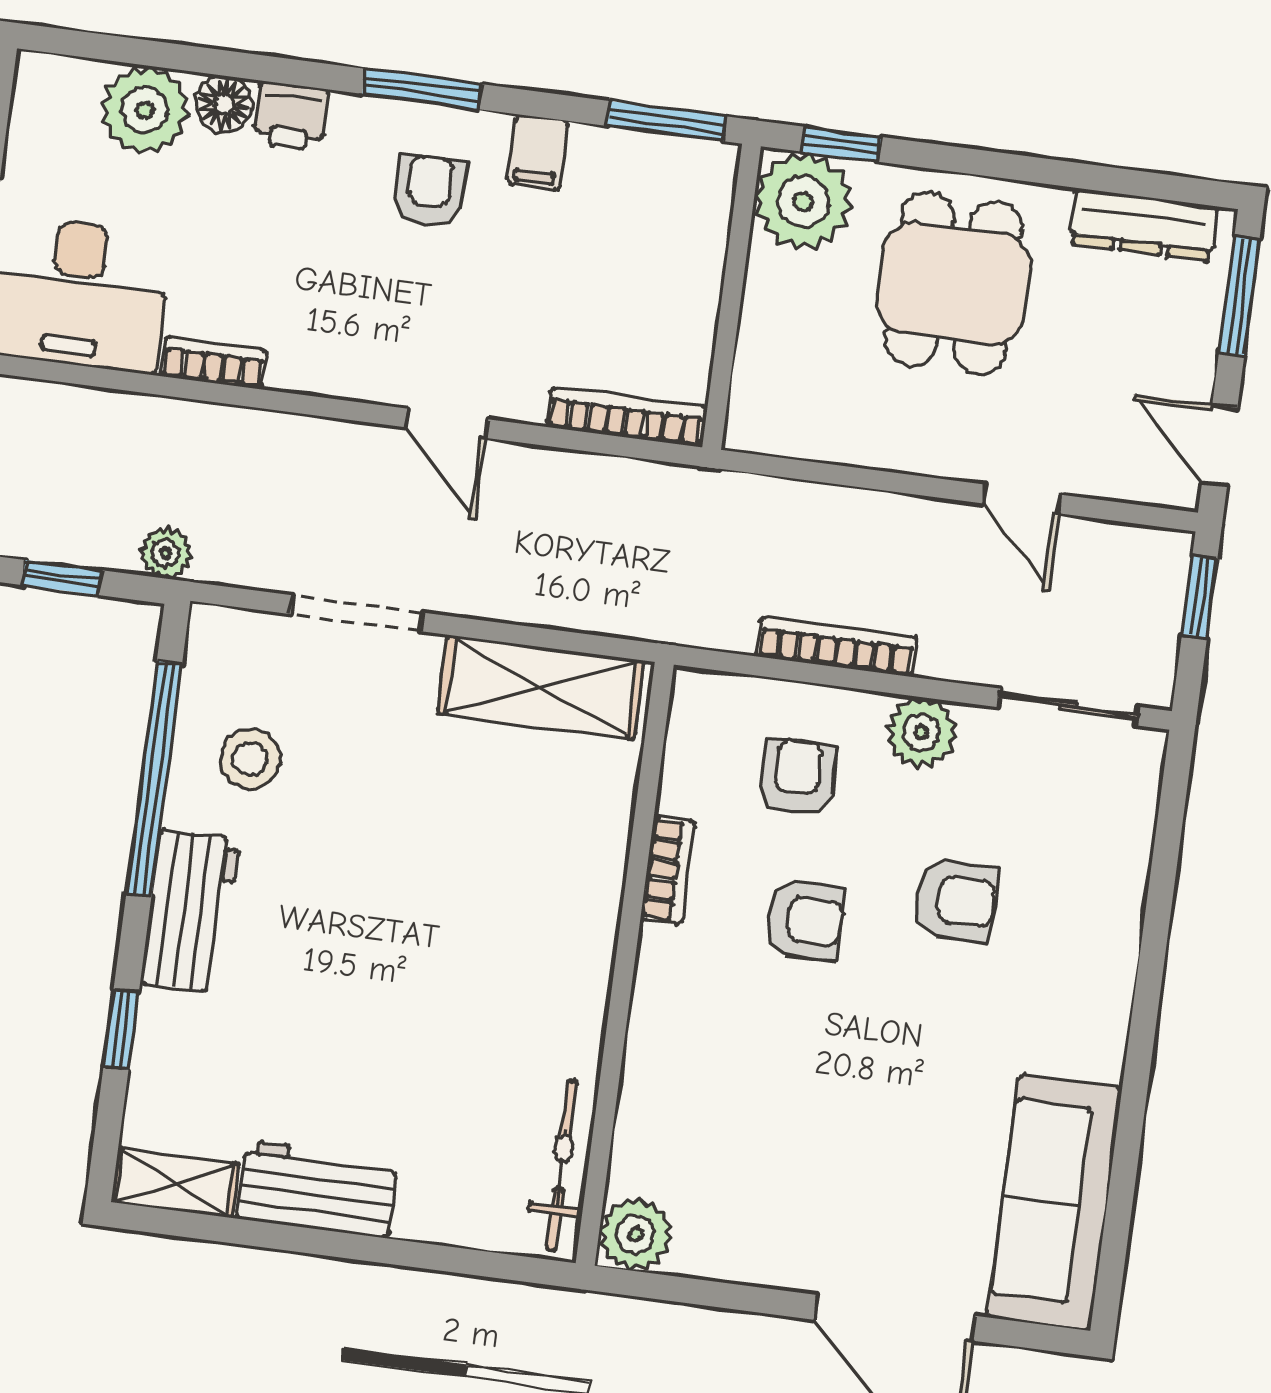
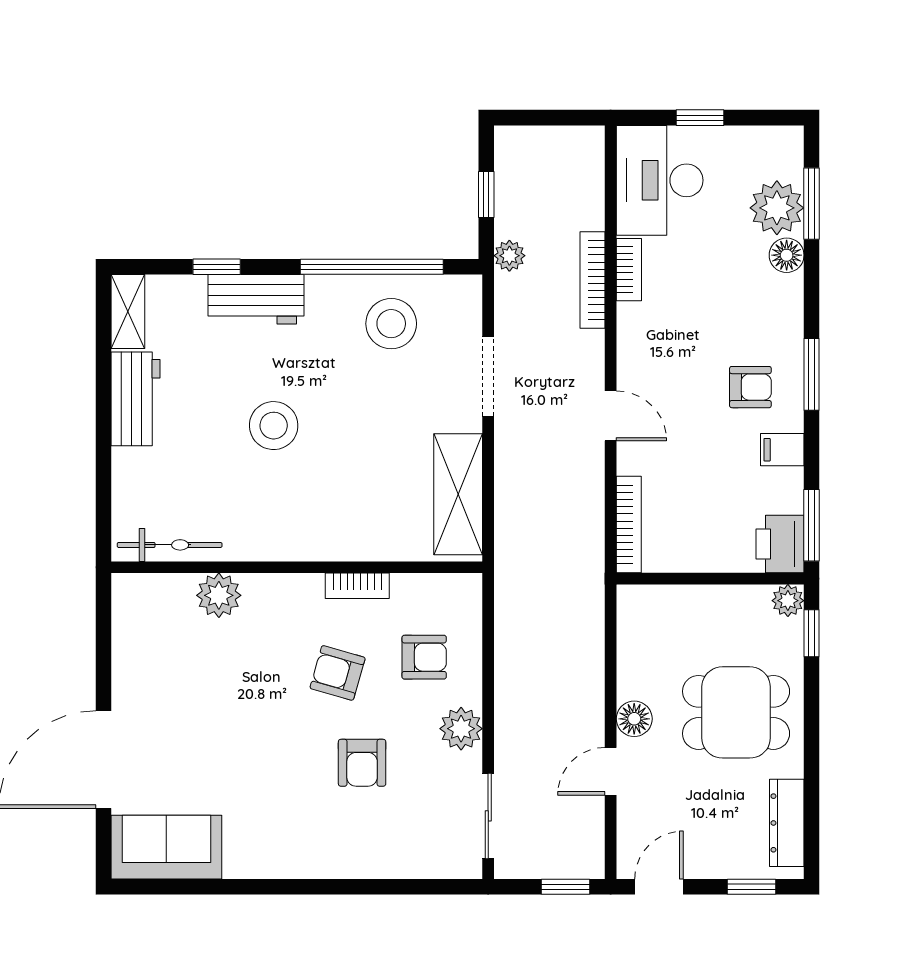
window: (146, 53) -> (812, 204), added
printer: (291, 116) -> (780, 544), moved, width x1.36, depth x1.24
plant: (803, 201) -> (788, 601), width x0.53, depth x0.53
window: (1239, 296) -> (752, 887), width x0.67
door: (447, 423) -> (611, 416), swing flipped
floor lamp: (942, 450) -> (634, 719), added
bookcase: (836, 647) -> (593, 280), moved, turned 180
stool: (250, 759) -> (391, 324), width x1.38, depth x1.38
workbench: (190, 911) -> (256, 299), moved
armchair: (805, 920) -> (338, 673), turned 106
stool: (390, 971) -> (274, 426), added
sofa: (1055, 1202) -> (166, 847), width x0.73
plant: (635, 1234) -> (219, 595), moved

